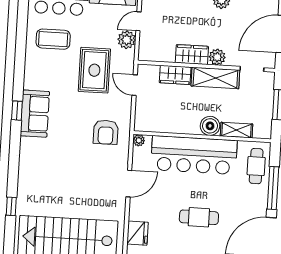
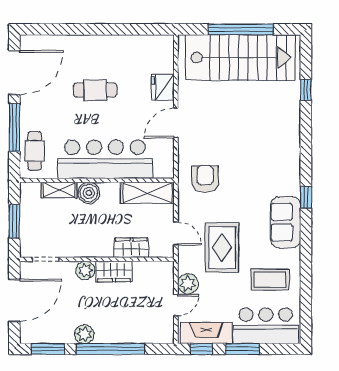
shelving: (215, 78) -> (147, 193), moved
sofa: (35, 114) -> (286, 222), moved
plant: (139, 140) -> (168, 172), removed
fridge: (137, 233) -> (163, 87), moved

